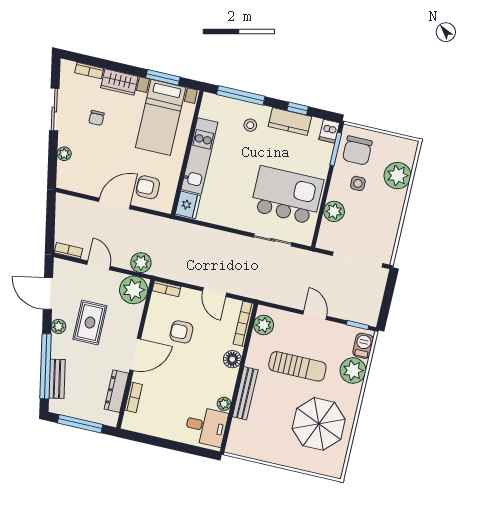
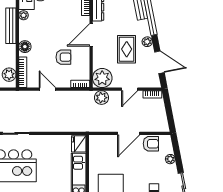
armchair: (148, 187) -> (151, 144), moved
door: (99, 265) -> (130, 89), hinge flipped

